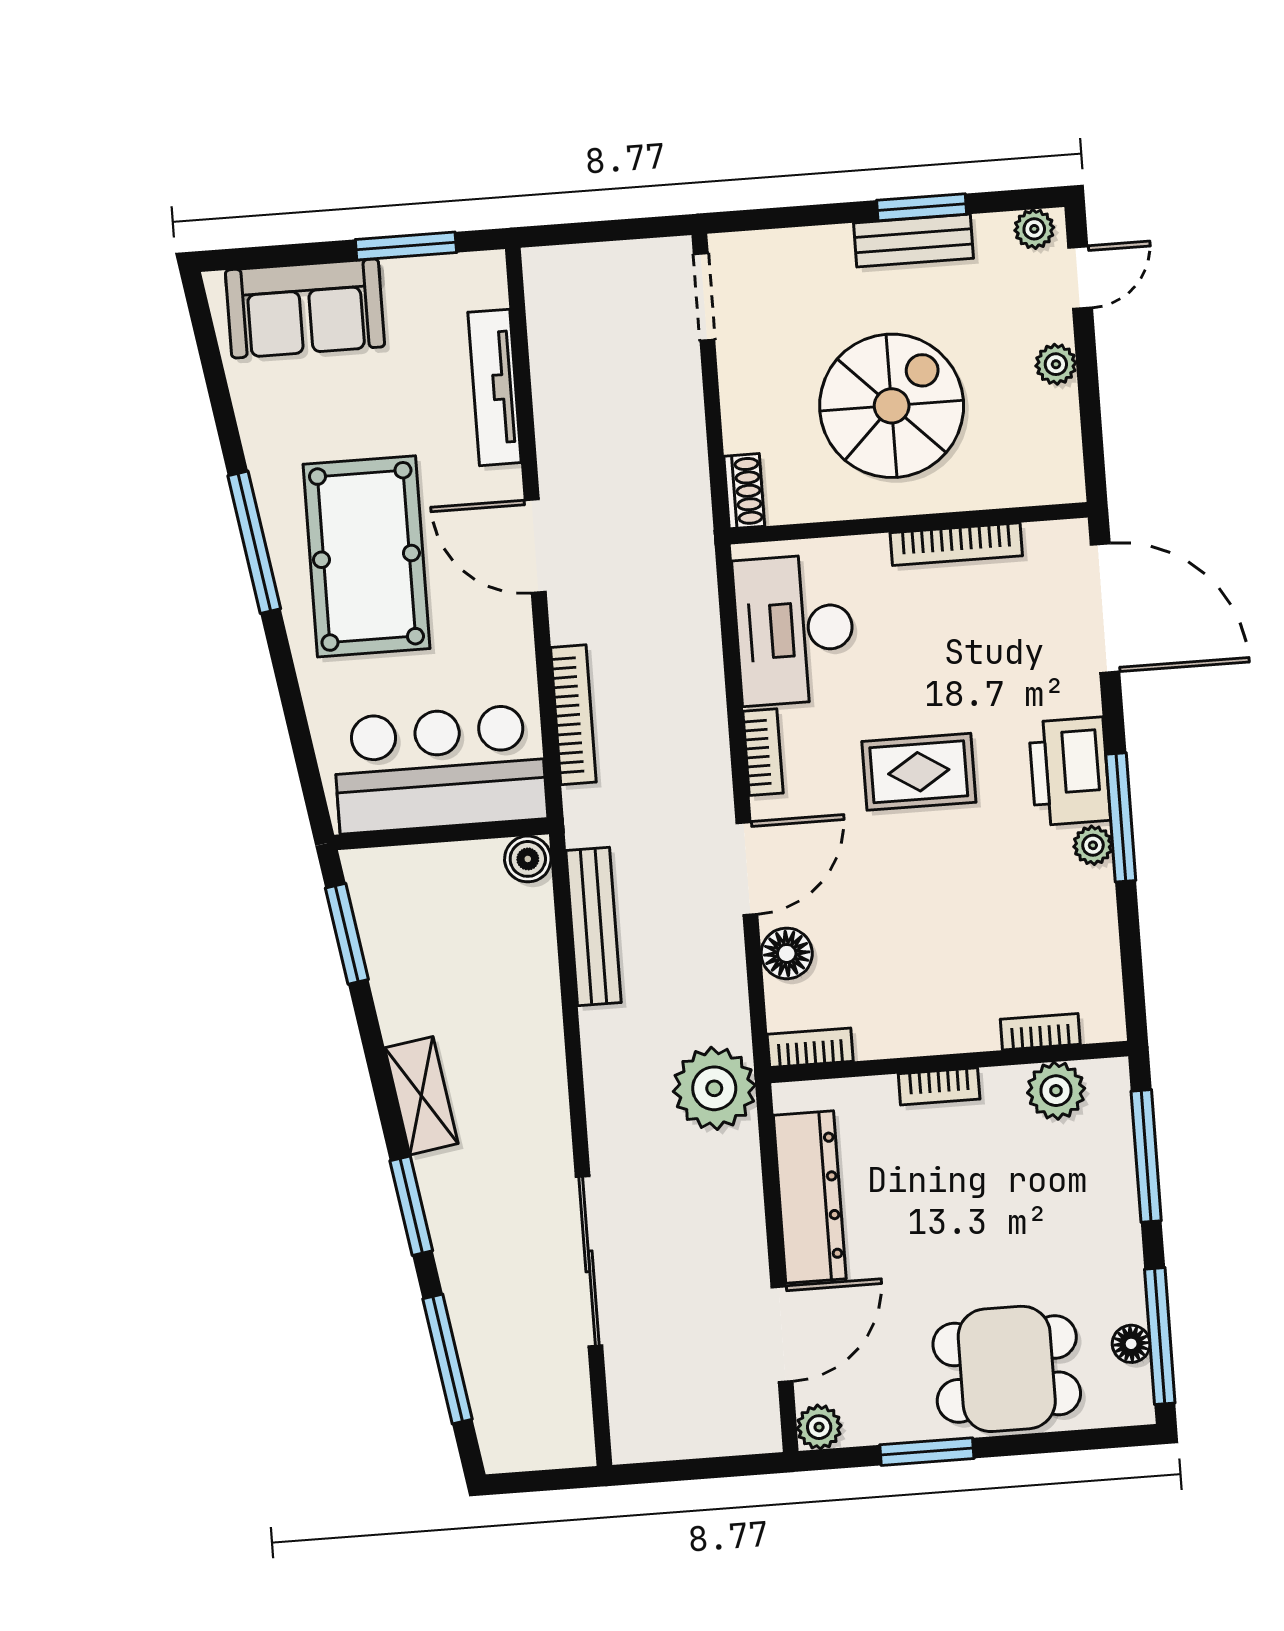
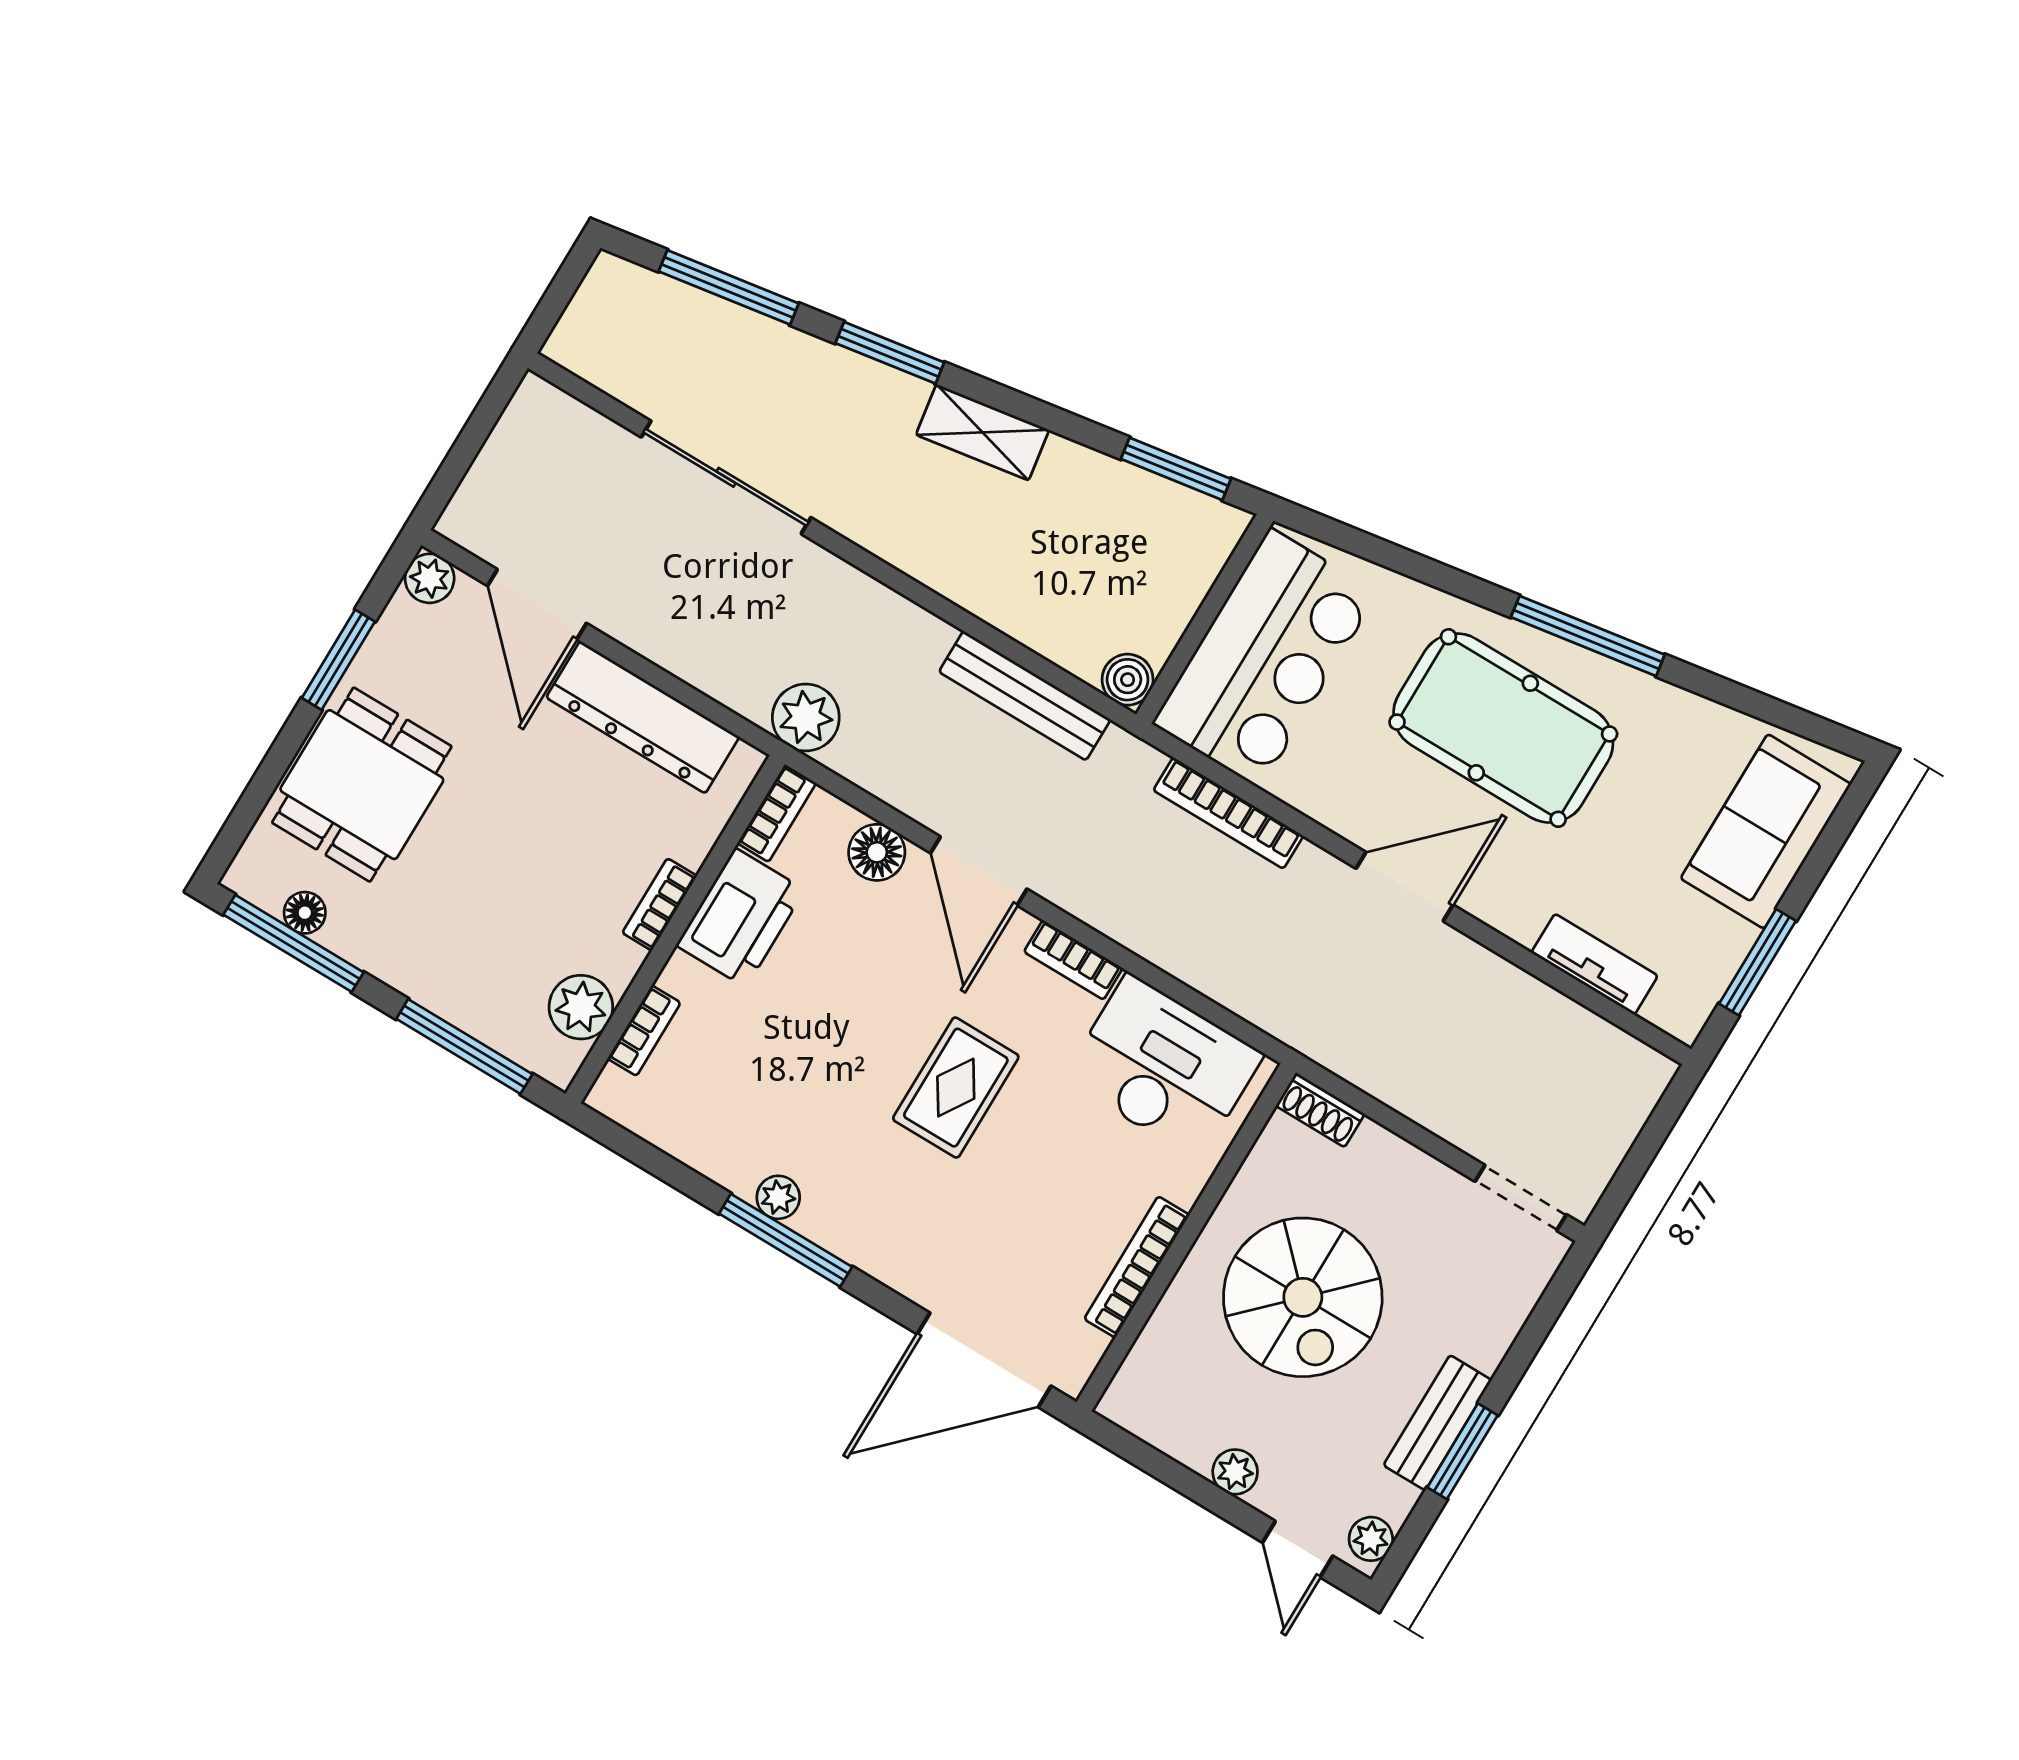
tv unit: (495, 387) -> (1595, 964), width x0.71
printer: (1069, 771) -> (740, 918), moved, turned 90
plant: (714, 1088) -> (806, 717), width x0.73, depth x0.73

